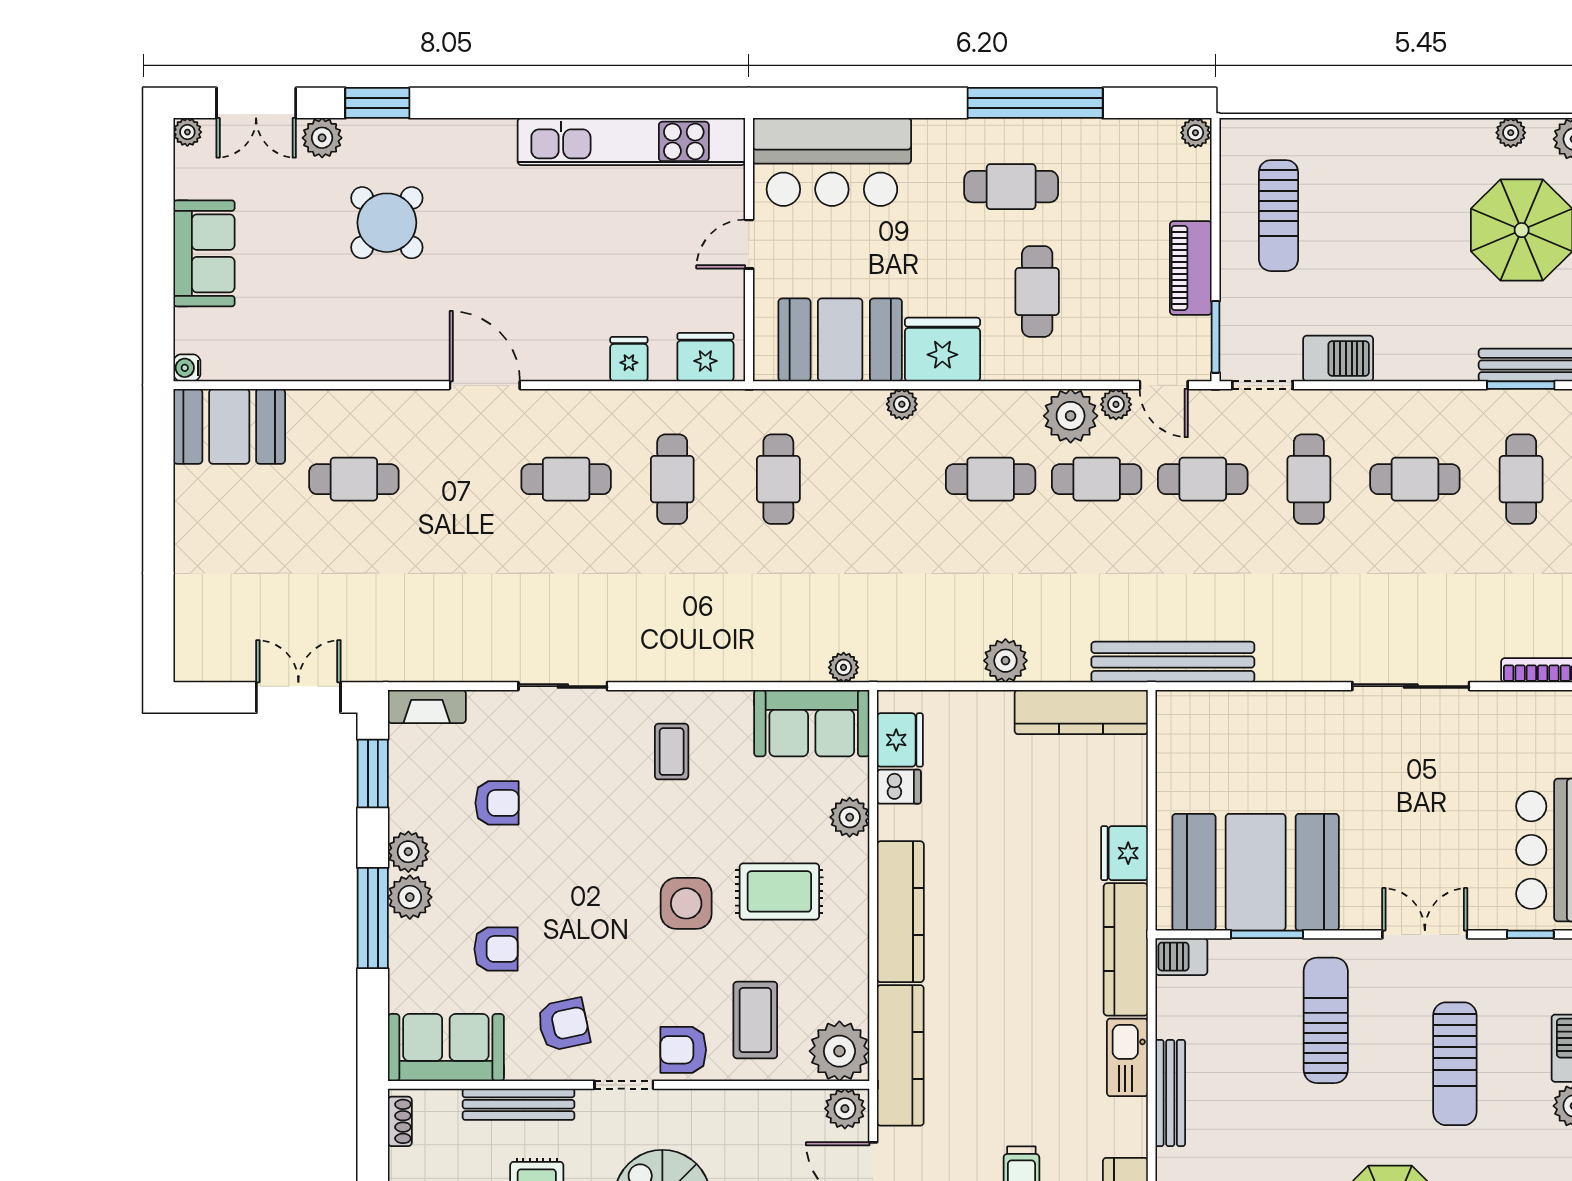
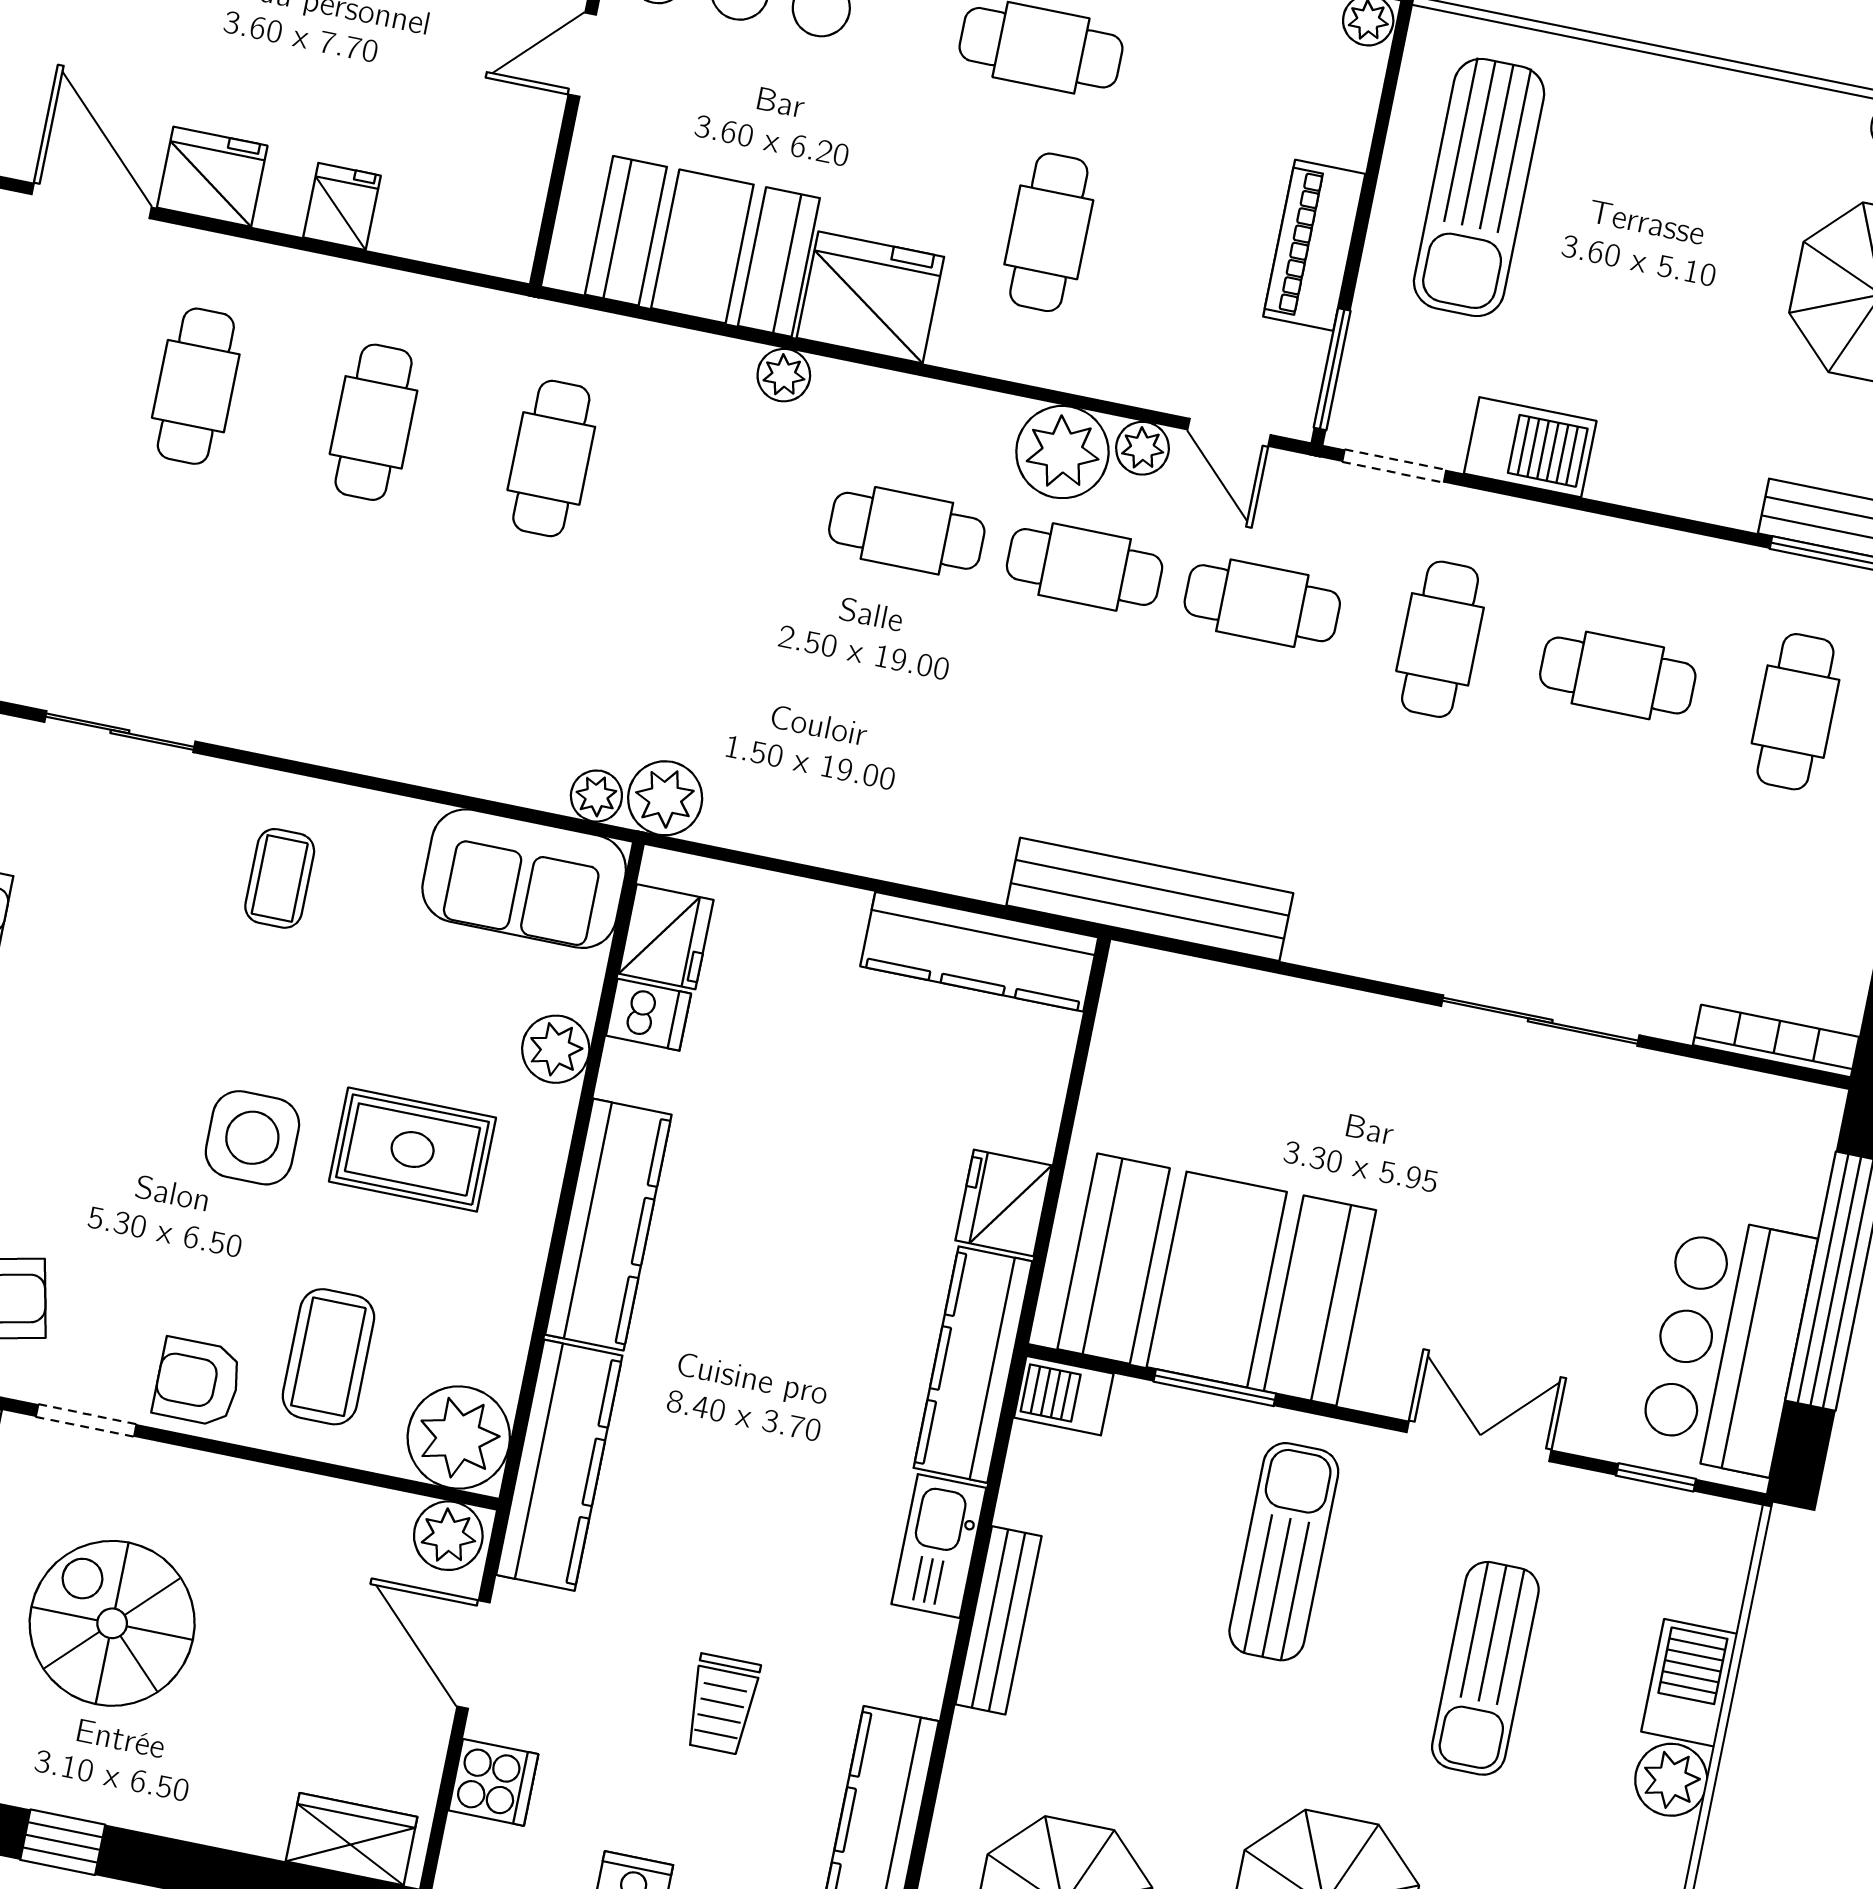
sun lounger: (1279, 216) -> (1479, 187), width x1.36, depth x1.34
fridge: (705, 357) -> (212, 177), moved
cafe table: (566, 479) -> (196, 386), turned 90
plant: (1005, 661) -> (665, 798), moved

